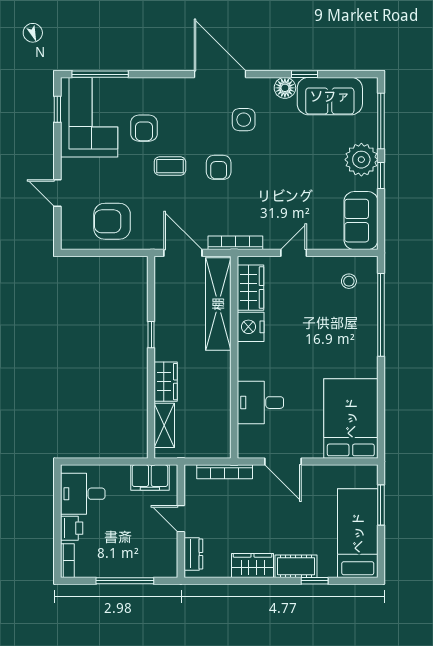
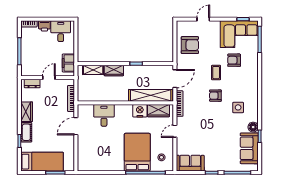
door: (220, 74) -> (260, 96), removed
plant: (361, 160) -> (219, 163), removed
armchair: (112, 221) -> (190, 45), turned 90
door: (294, 253) -> (175, 131), swing flipped
bed: (351, 418) -> (137, 152), moved, turned -90

